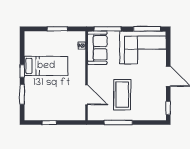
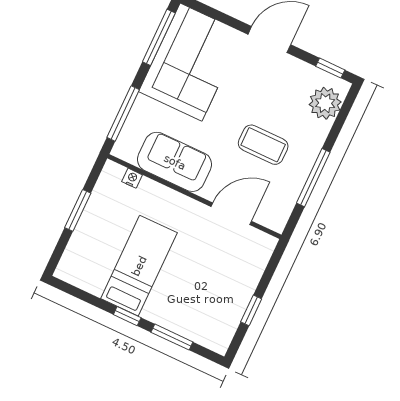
sofa: (97, 48) -> (175, 162), moved
coffee table: (122, 95) -> (263, 145), width x0.73, depth x0.76
plant: (152, 113) -> (325, 103), added

